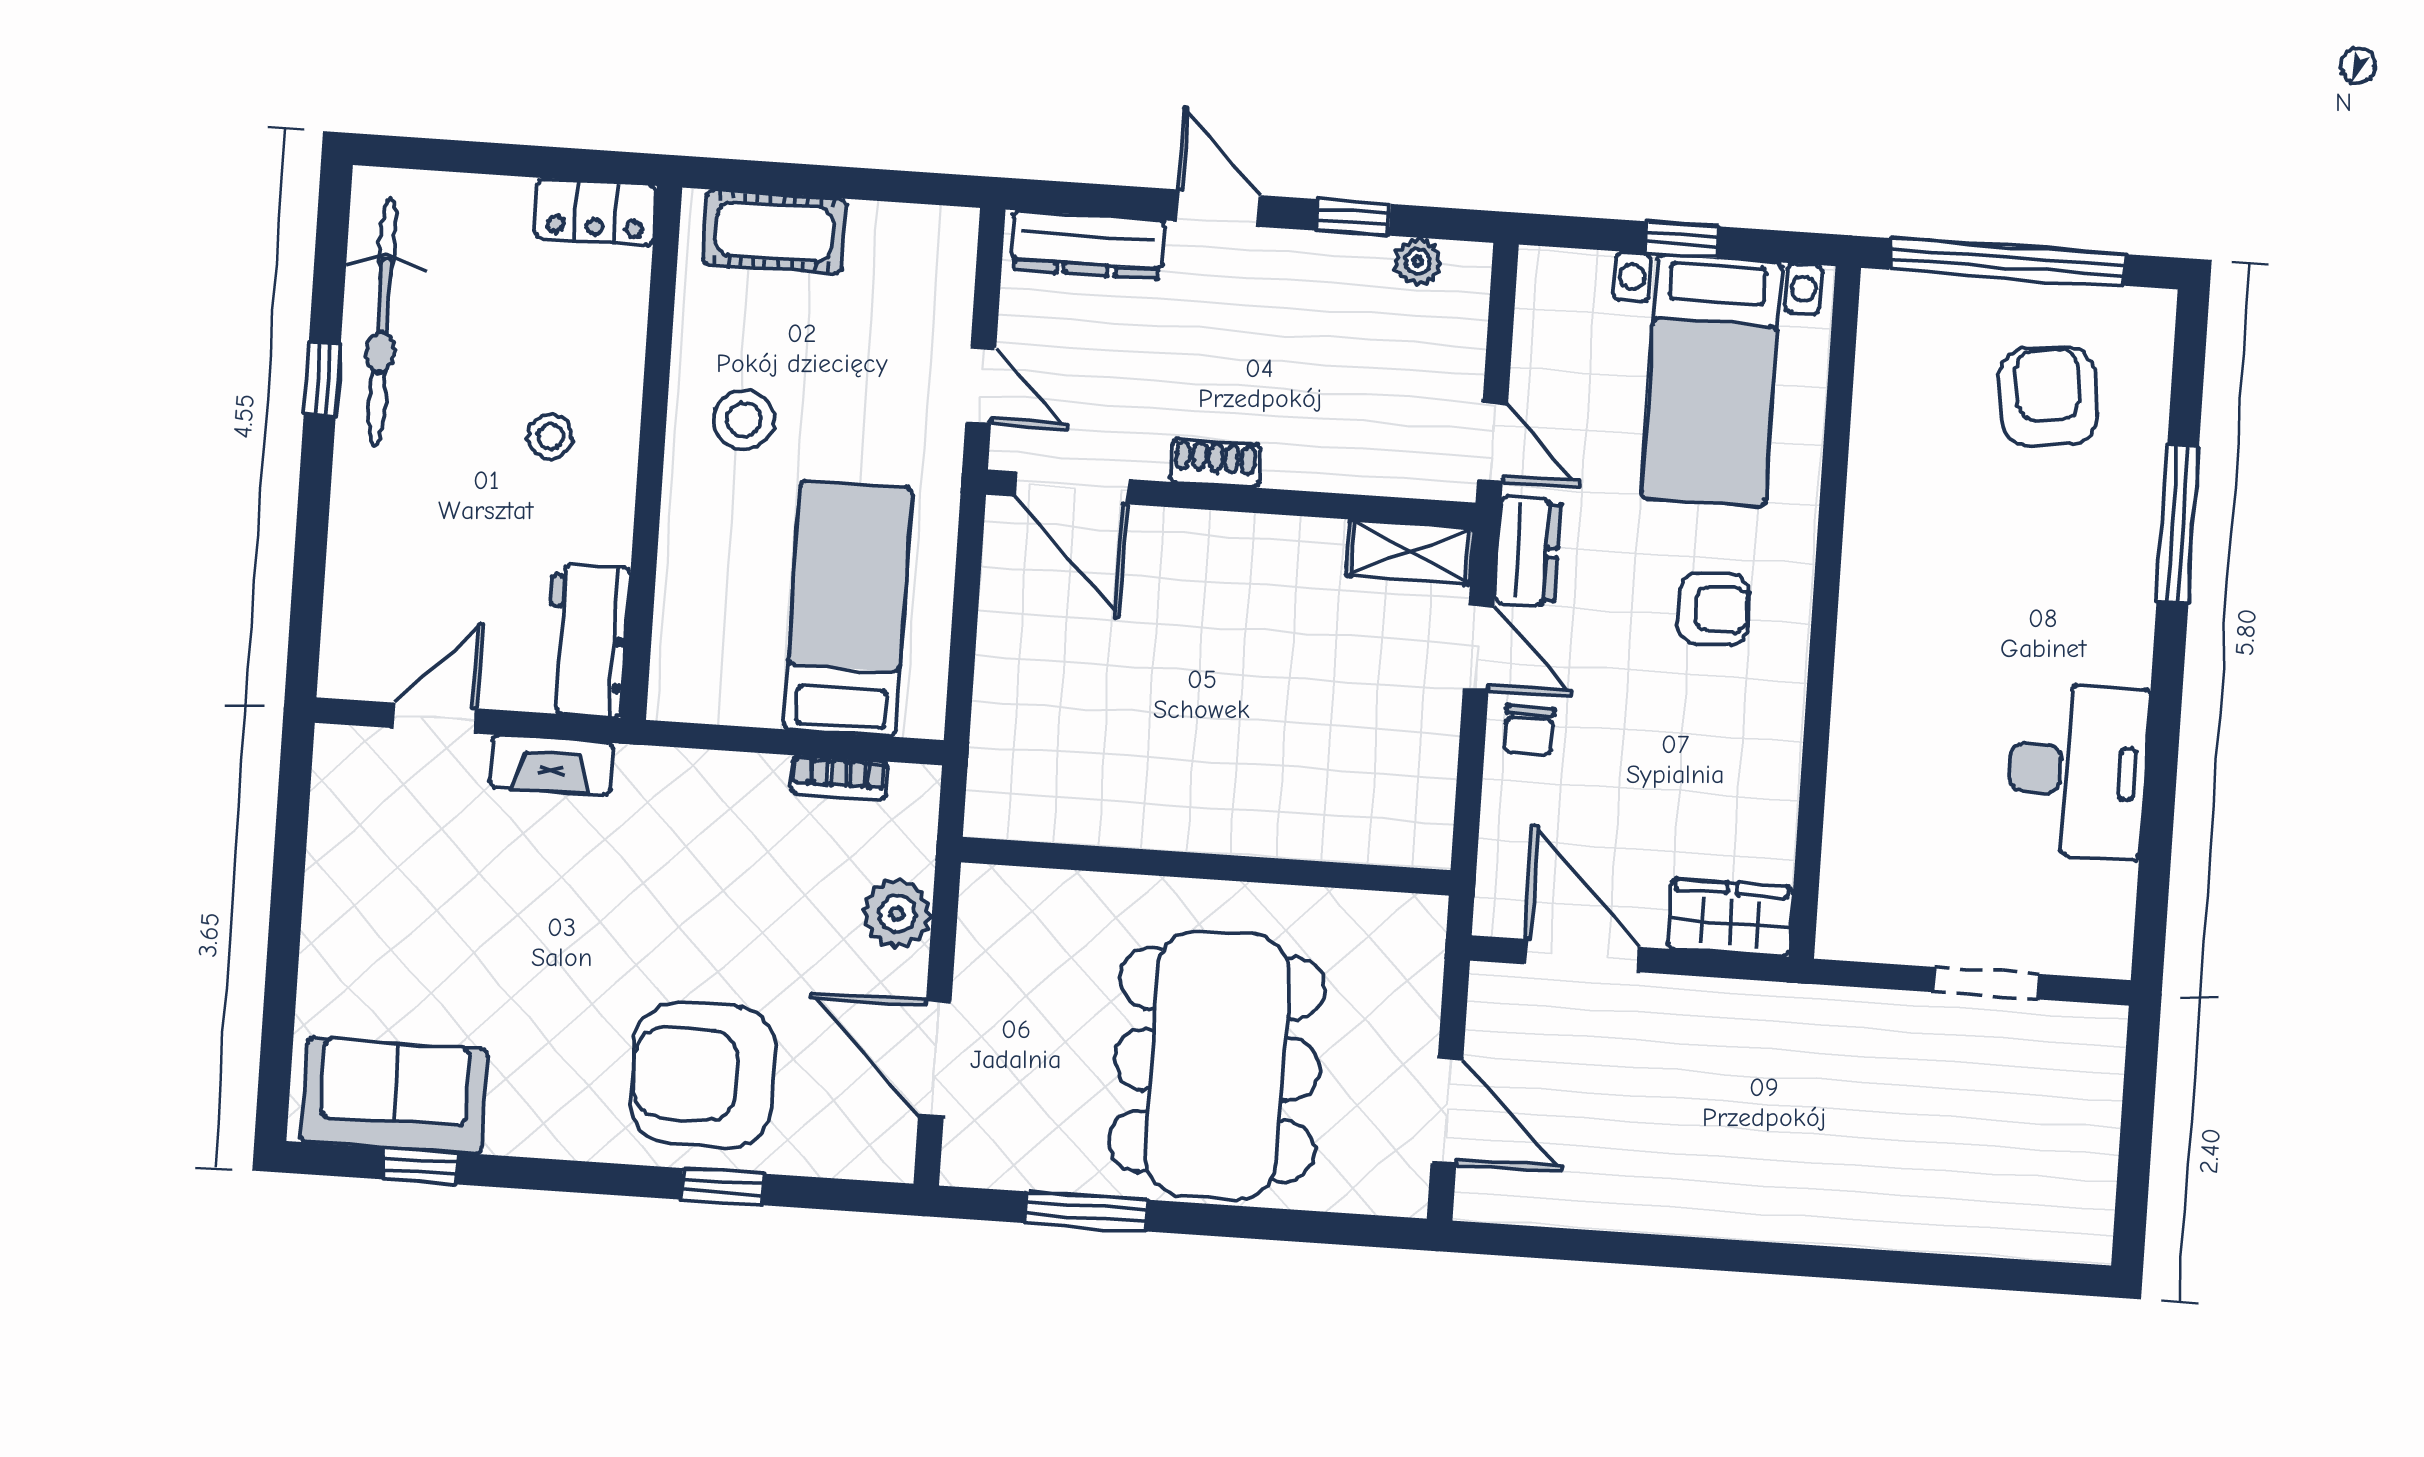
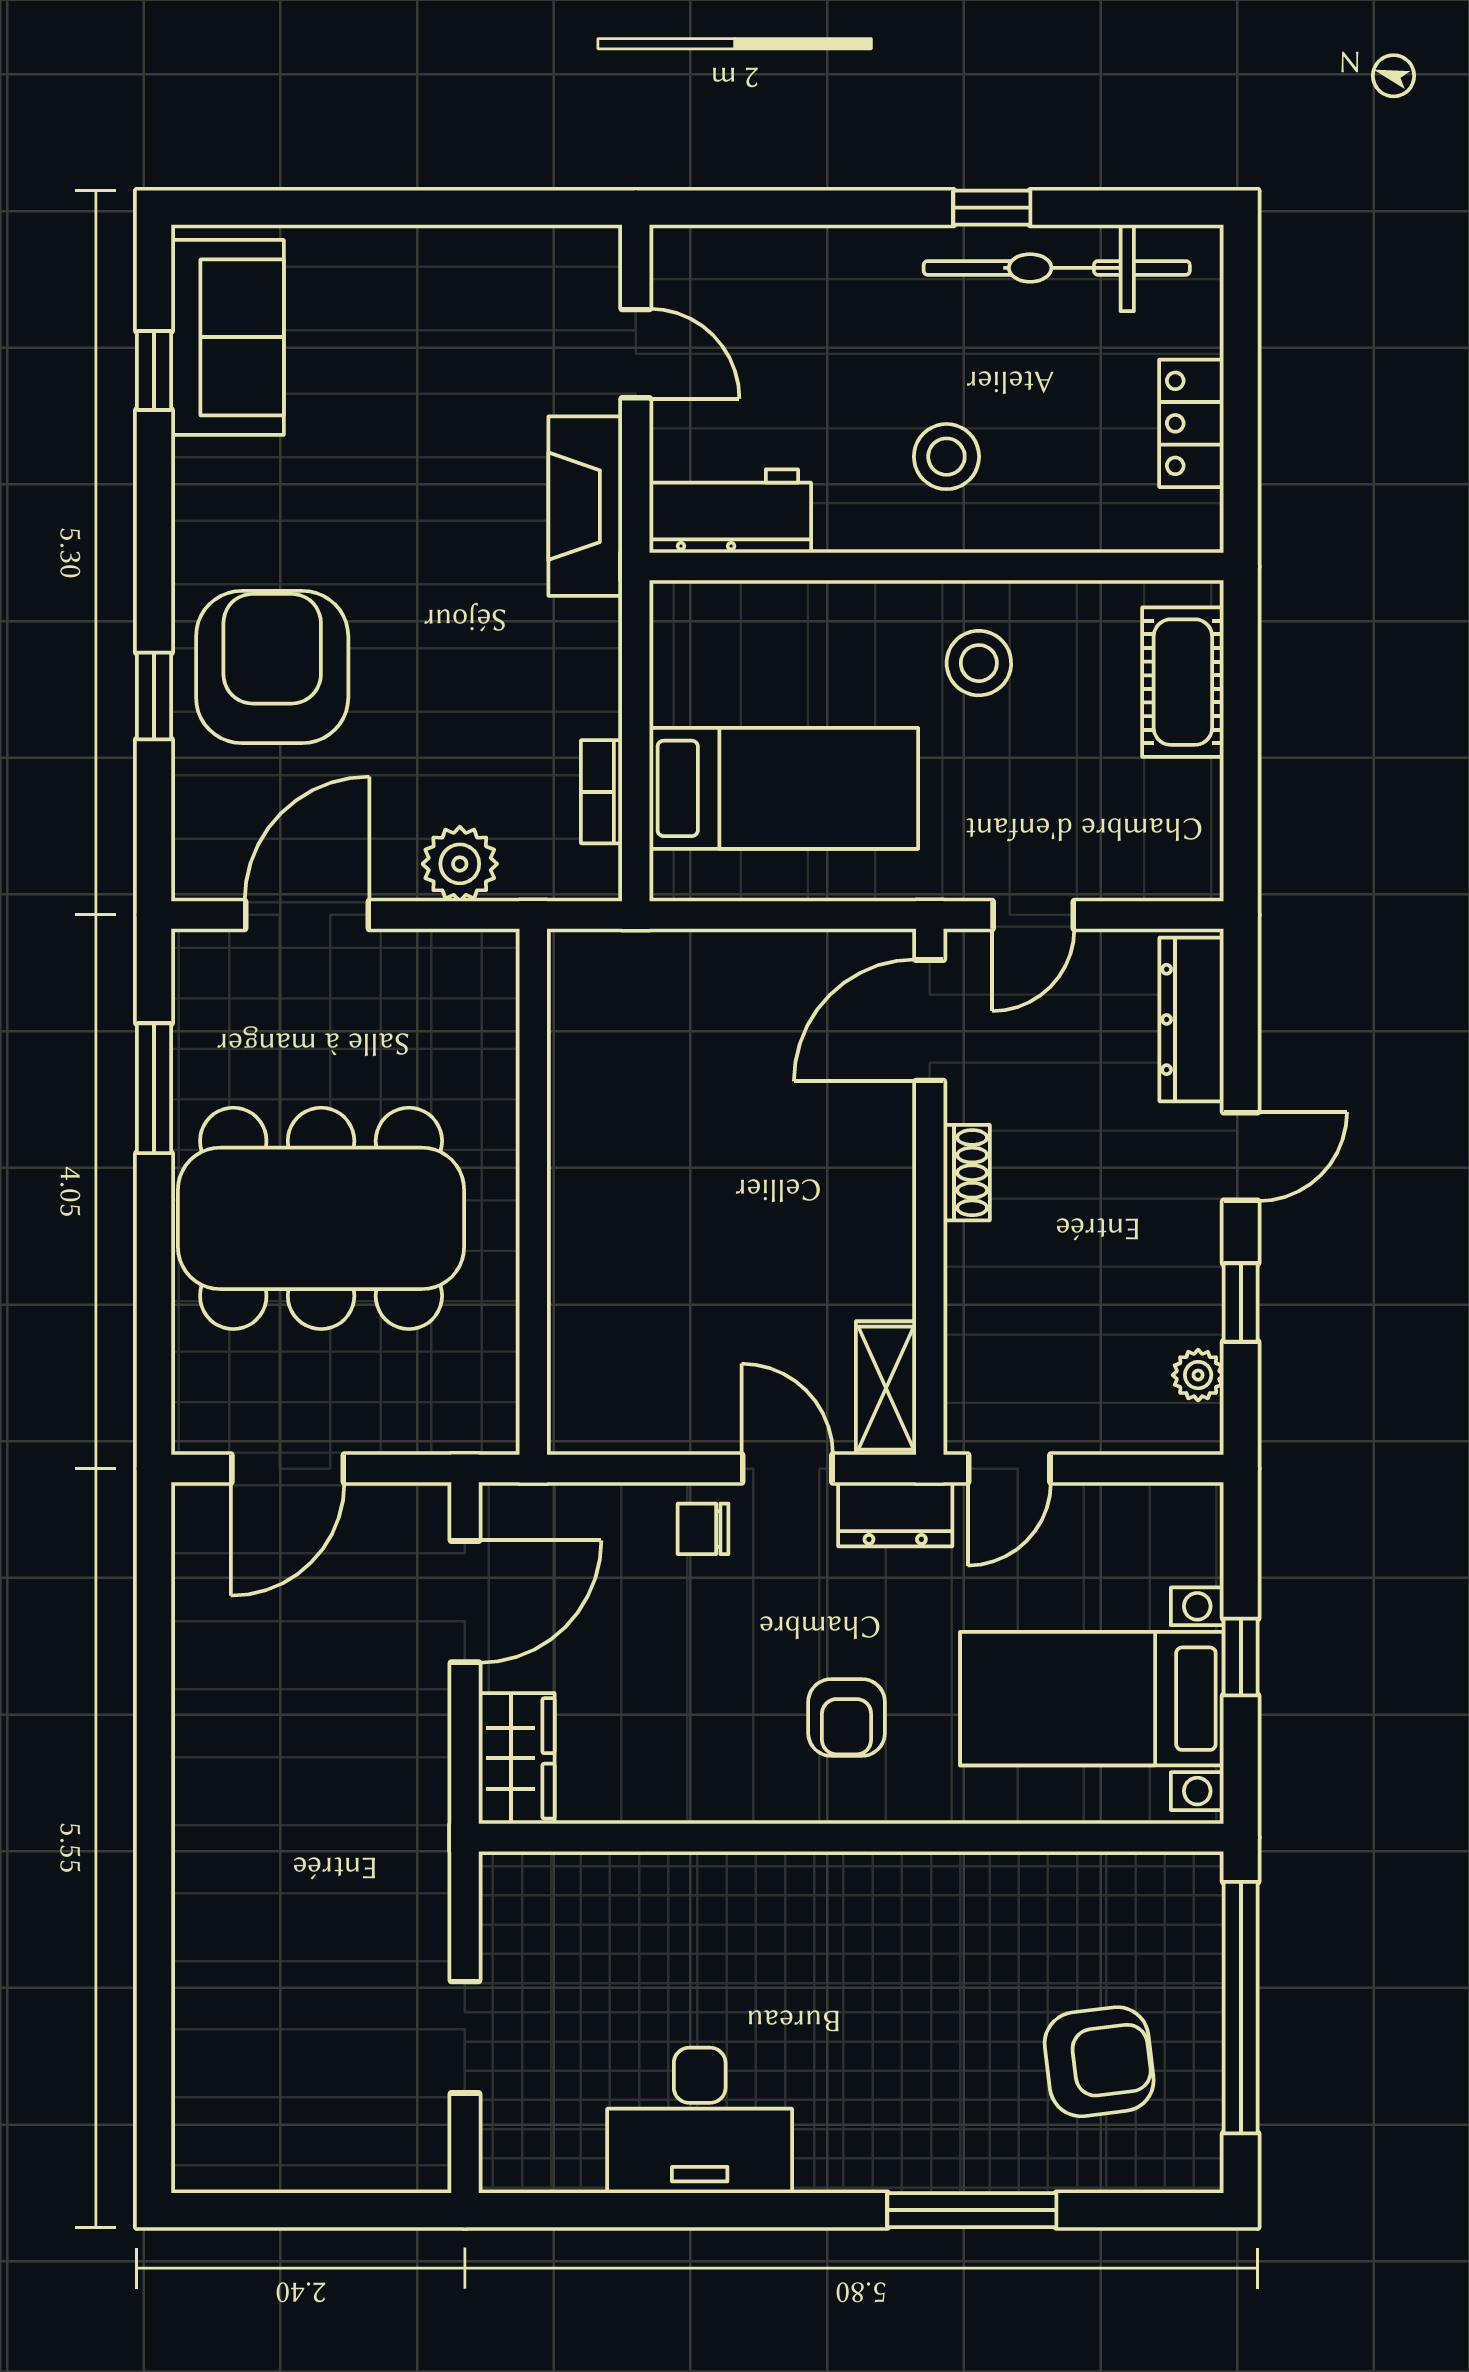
locker: (596, 212) -> (1191, 423), moved
stool: (550, 437) -> (946, 457), width x1.37, depth x1.37
door: (1479, 648) -> (787, 1469), swing flipped
fireplace: (551, 765) -> (585, 506), width x1.37, depth x1.32

